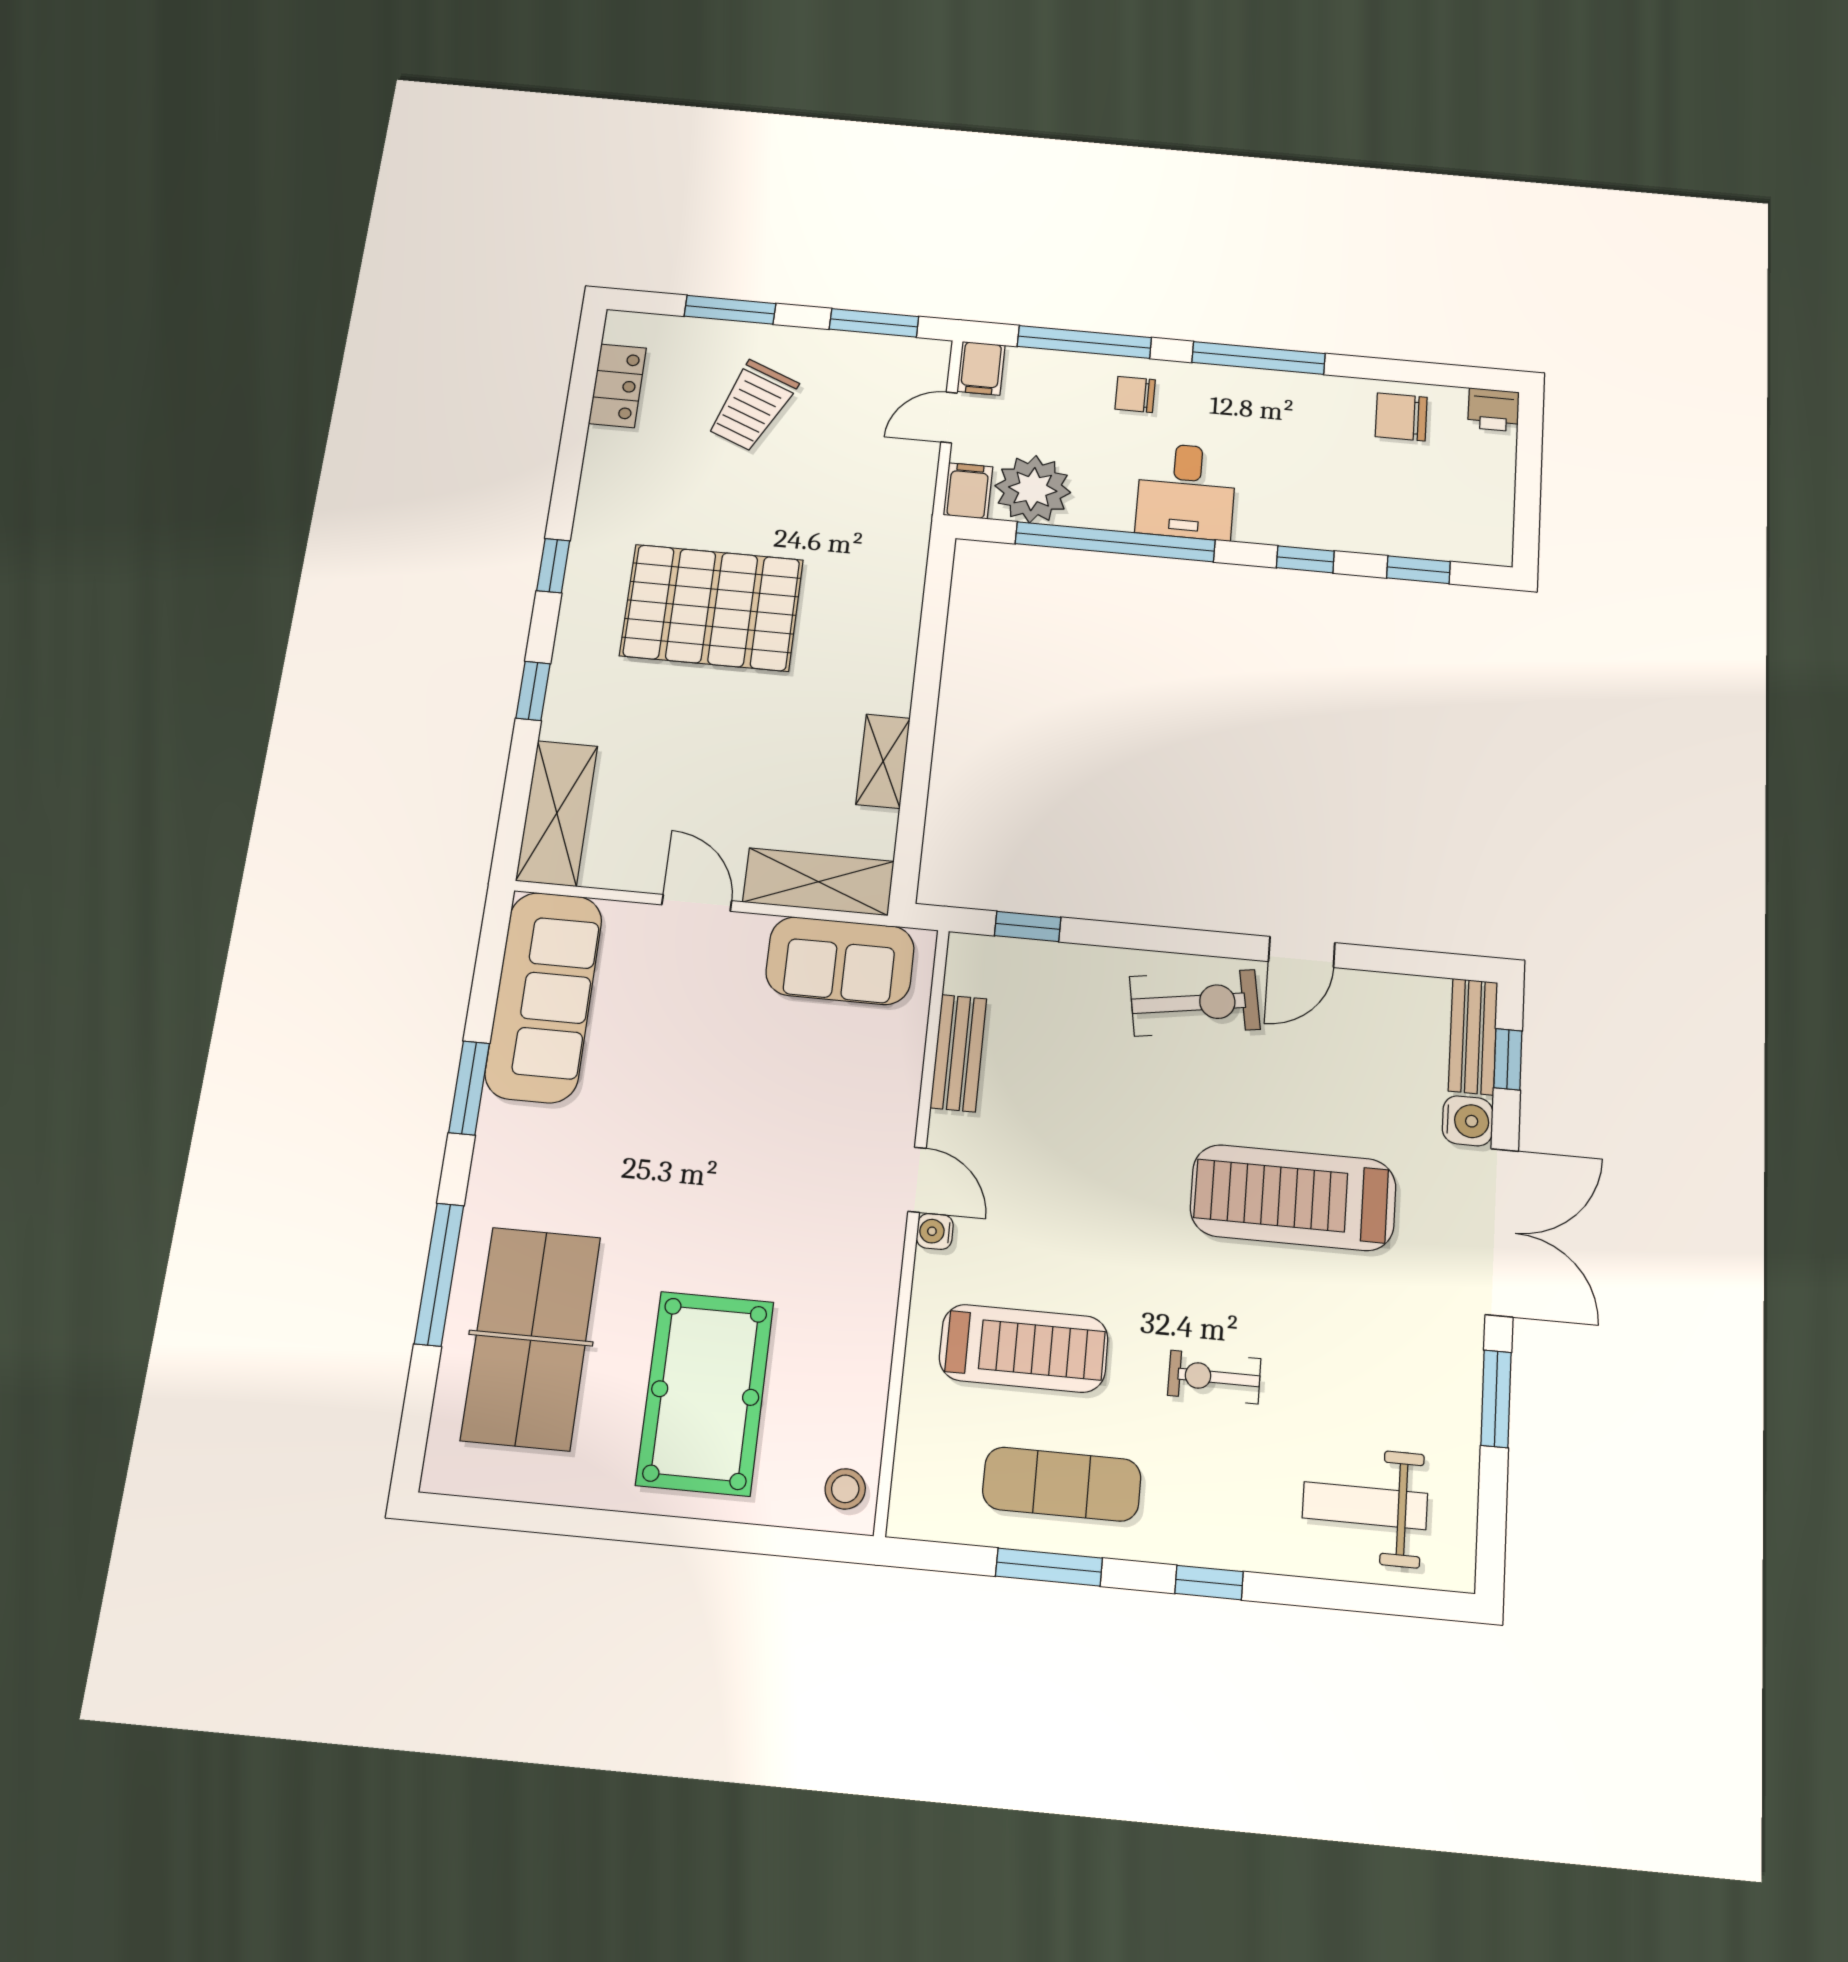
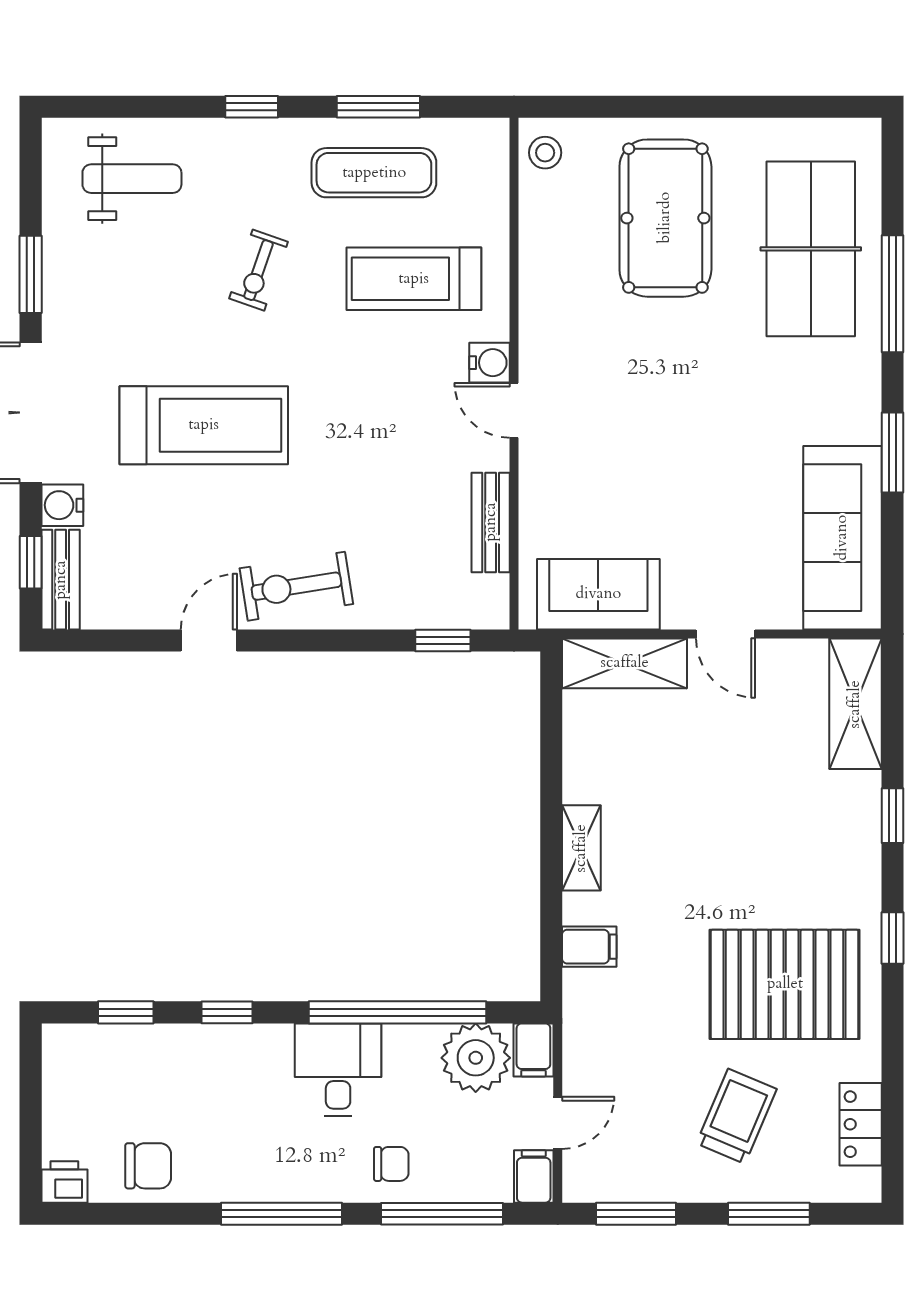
filing cabinet: (894, 588) -> (589, 947), added
pallet: (712, 608) -> (785, 984), moved
shelving: (883, 761) -> (581, 848), moved
water cooler: (935, 1231) -> (490, 363), width x1.38, depth x1.38
exercise bike: (1214, 1377) -> (258, 270), turned 109

